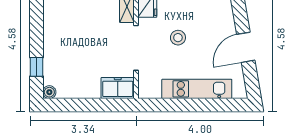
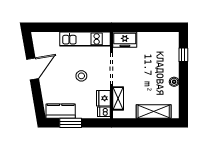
kitchen unit: (197, 89) -> (85, 39), moved
boiler: (49, 92) -> (174, 82), moved

